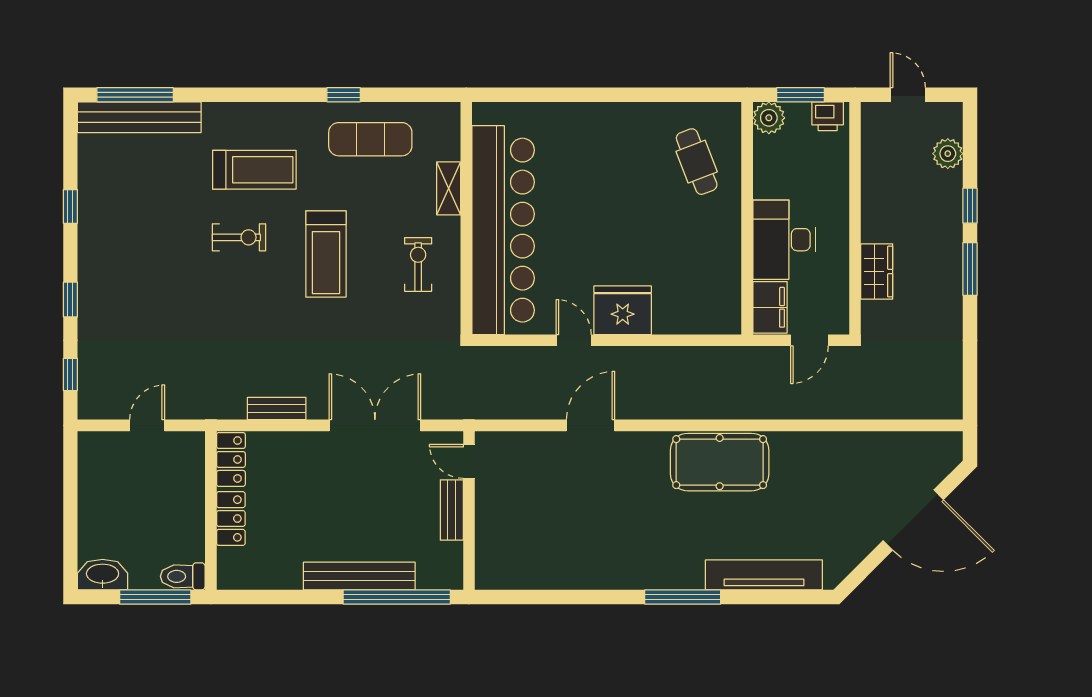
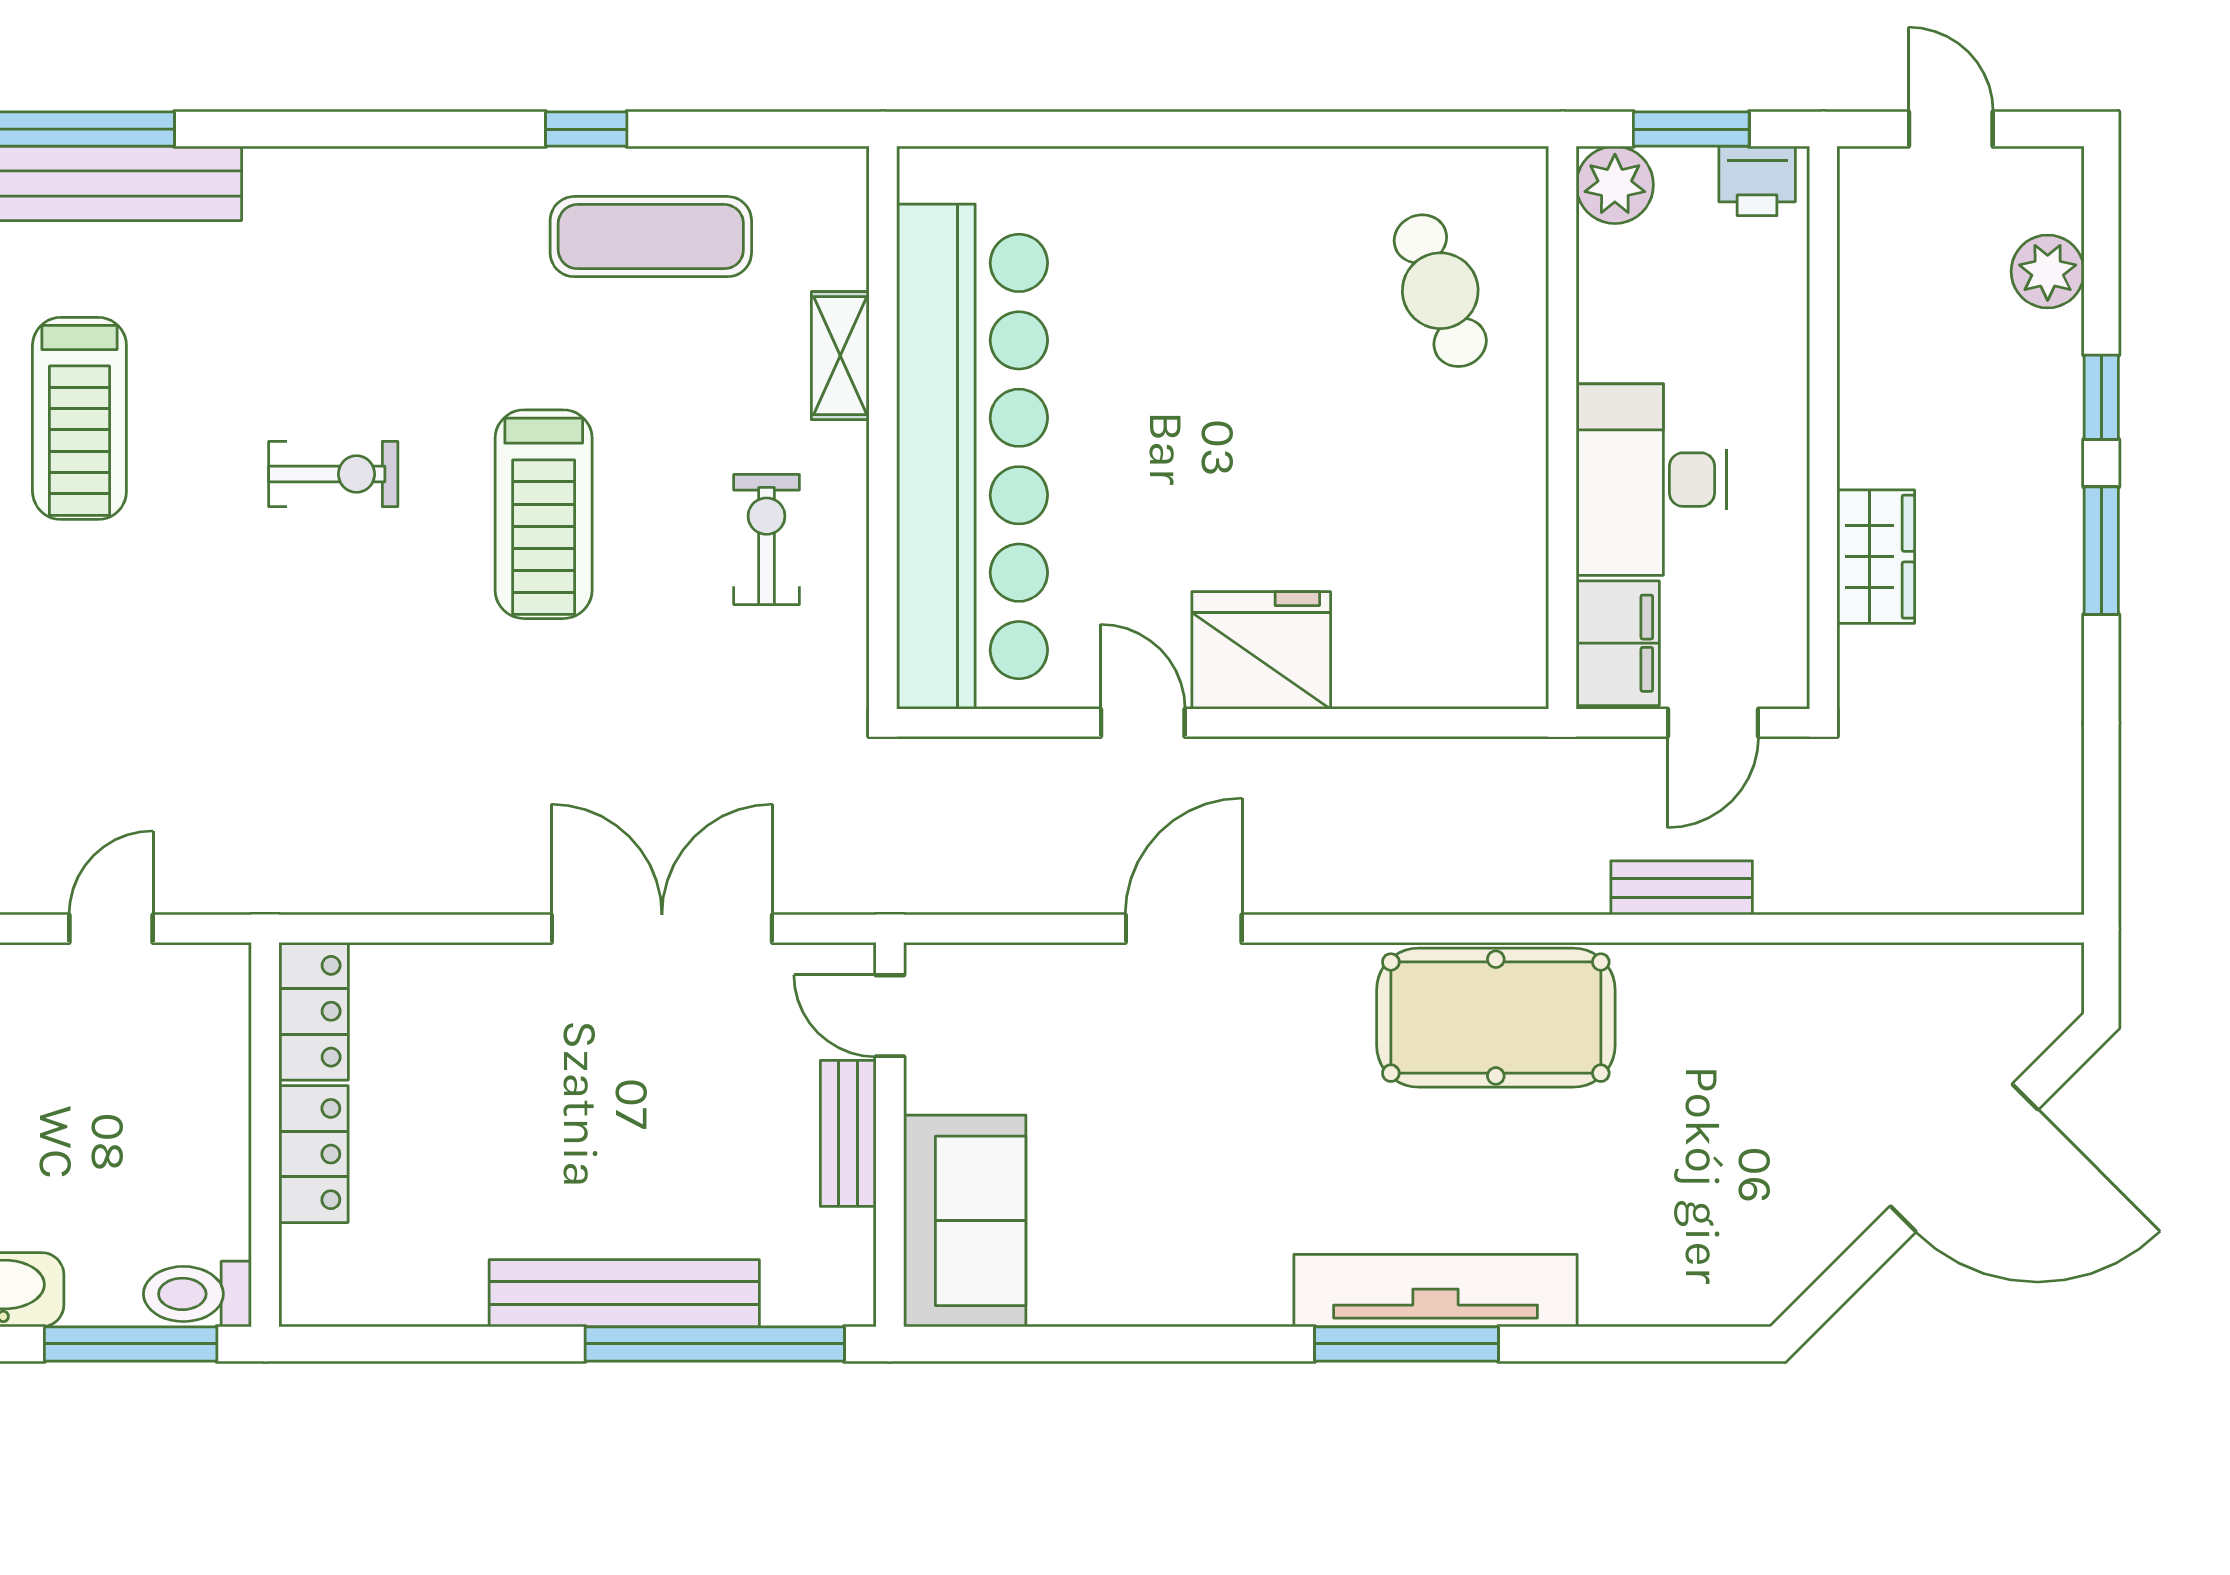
treadmill: (254, 170) -> (79, 418), moved, turned 90
bench: (277, 408) -> (1682, 888), moved
sofa: (500, 546) -> (965, 1221), added
tv unit: (764, 575) -> (1436, 1291), moved

